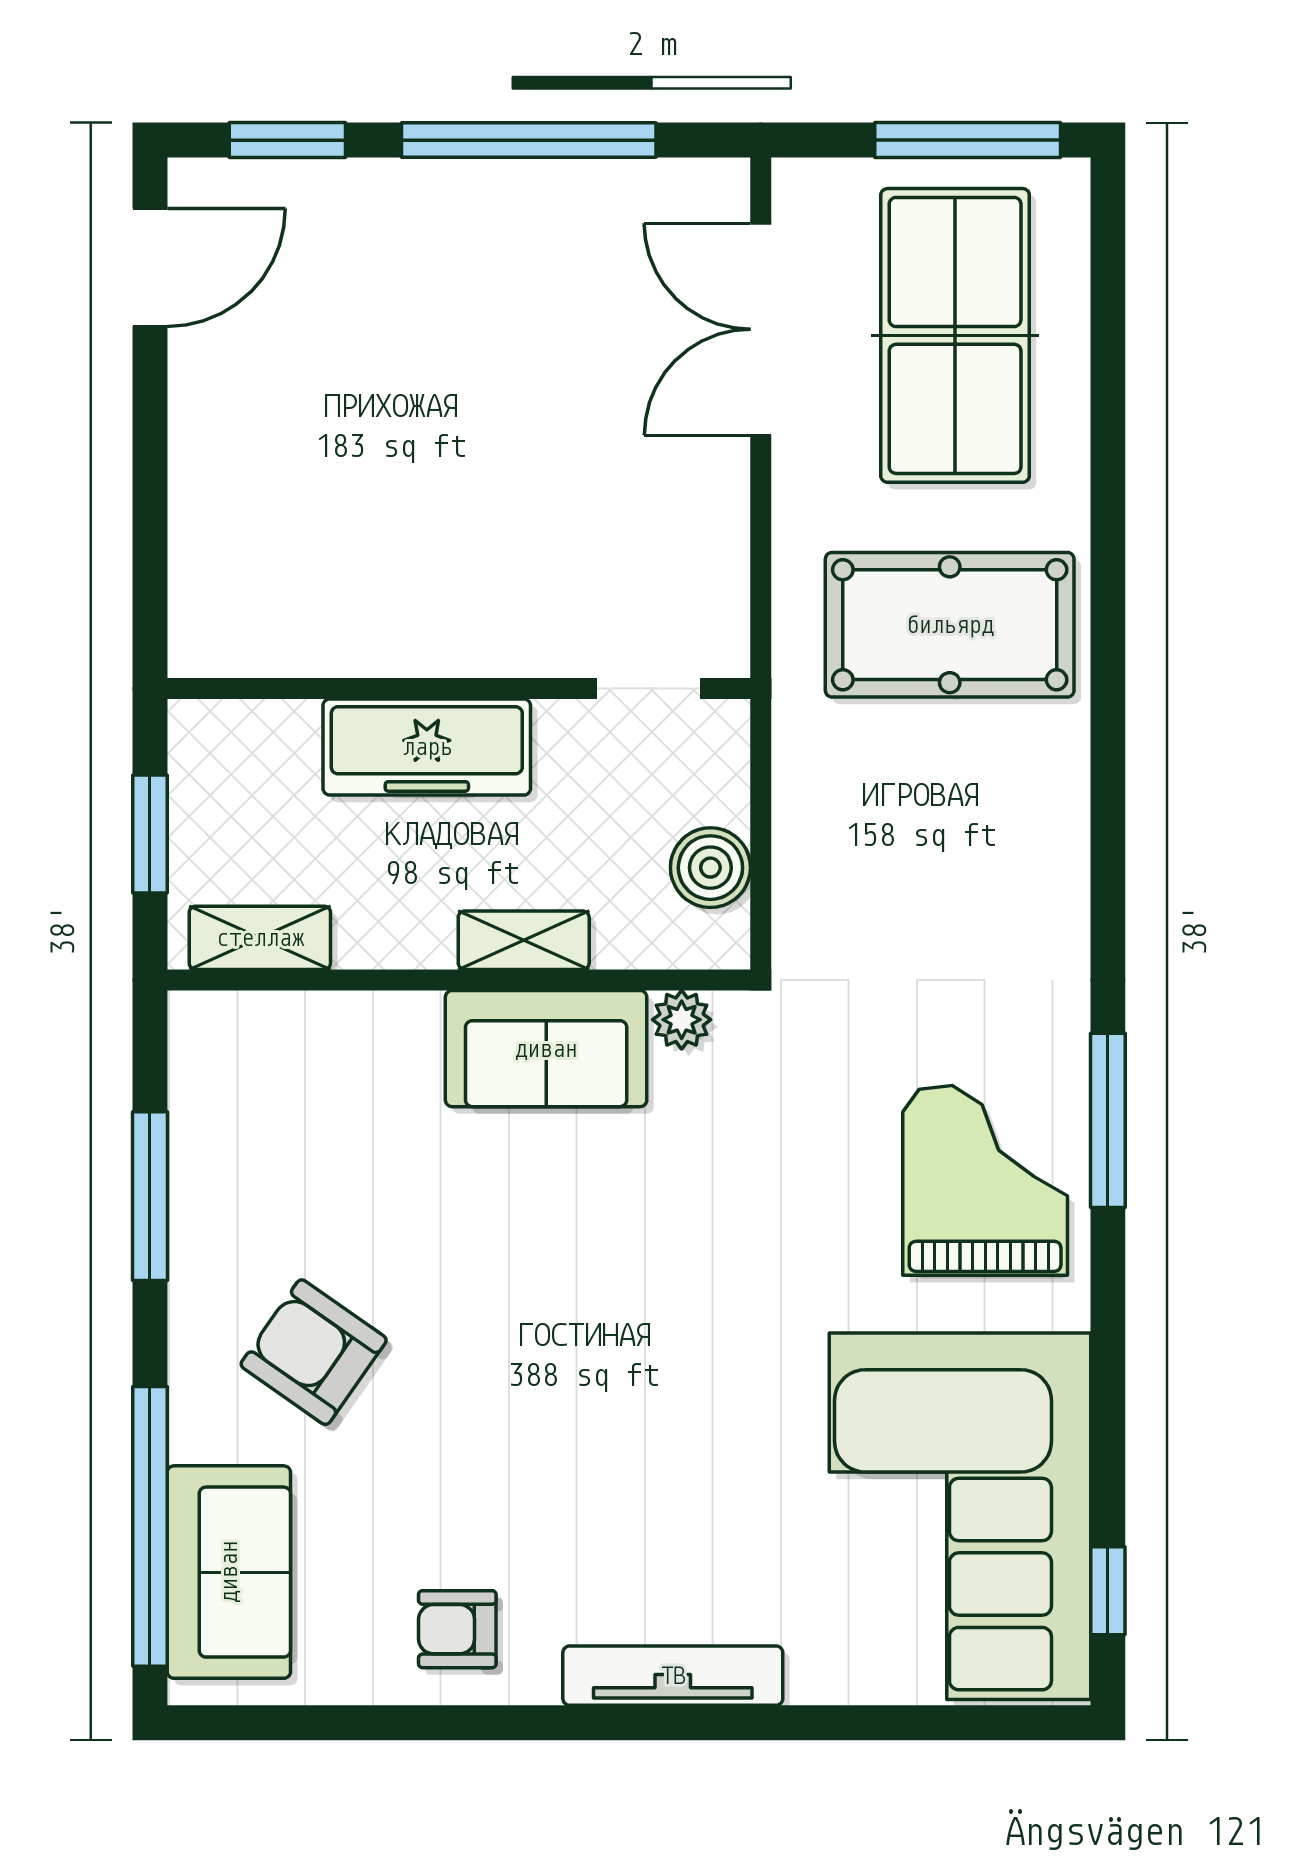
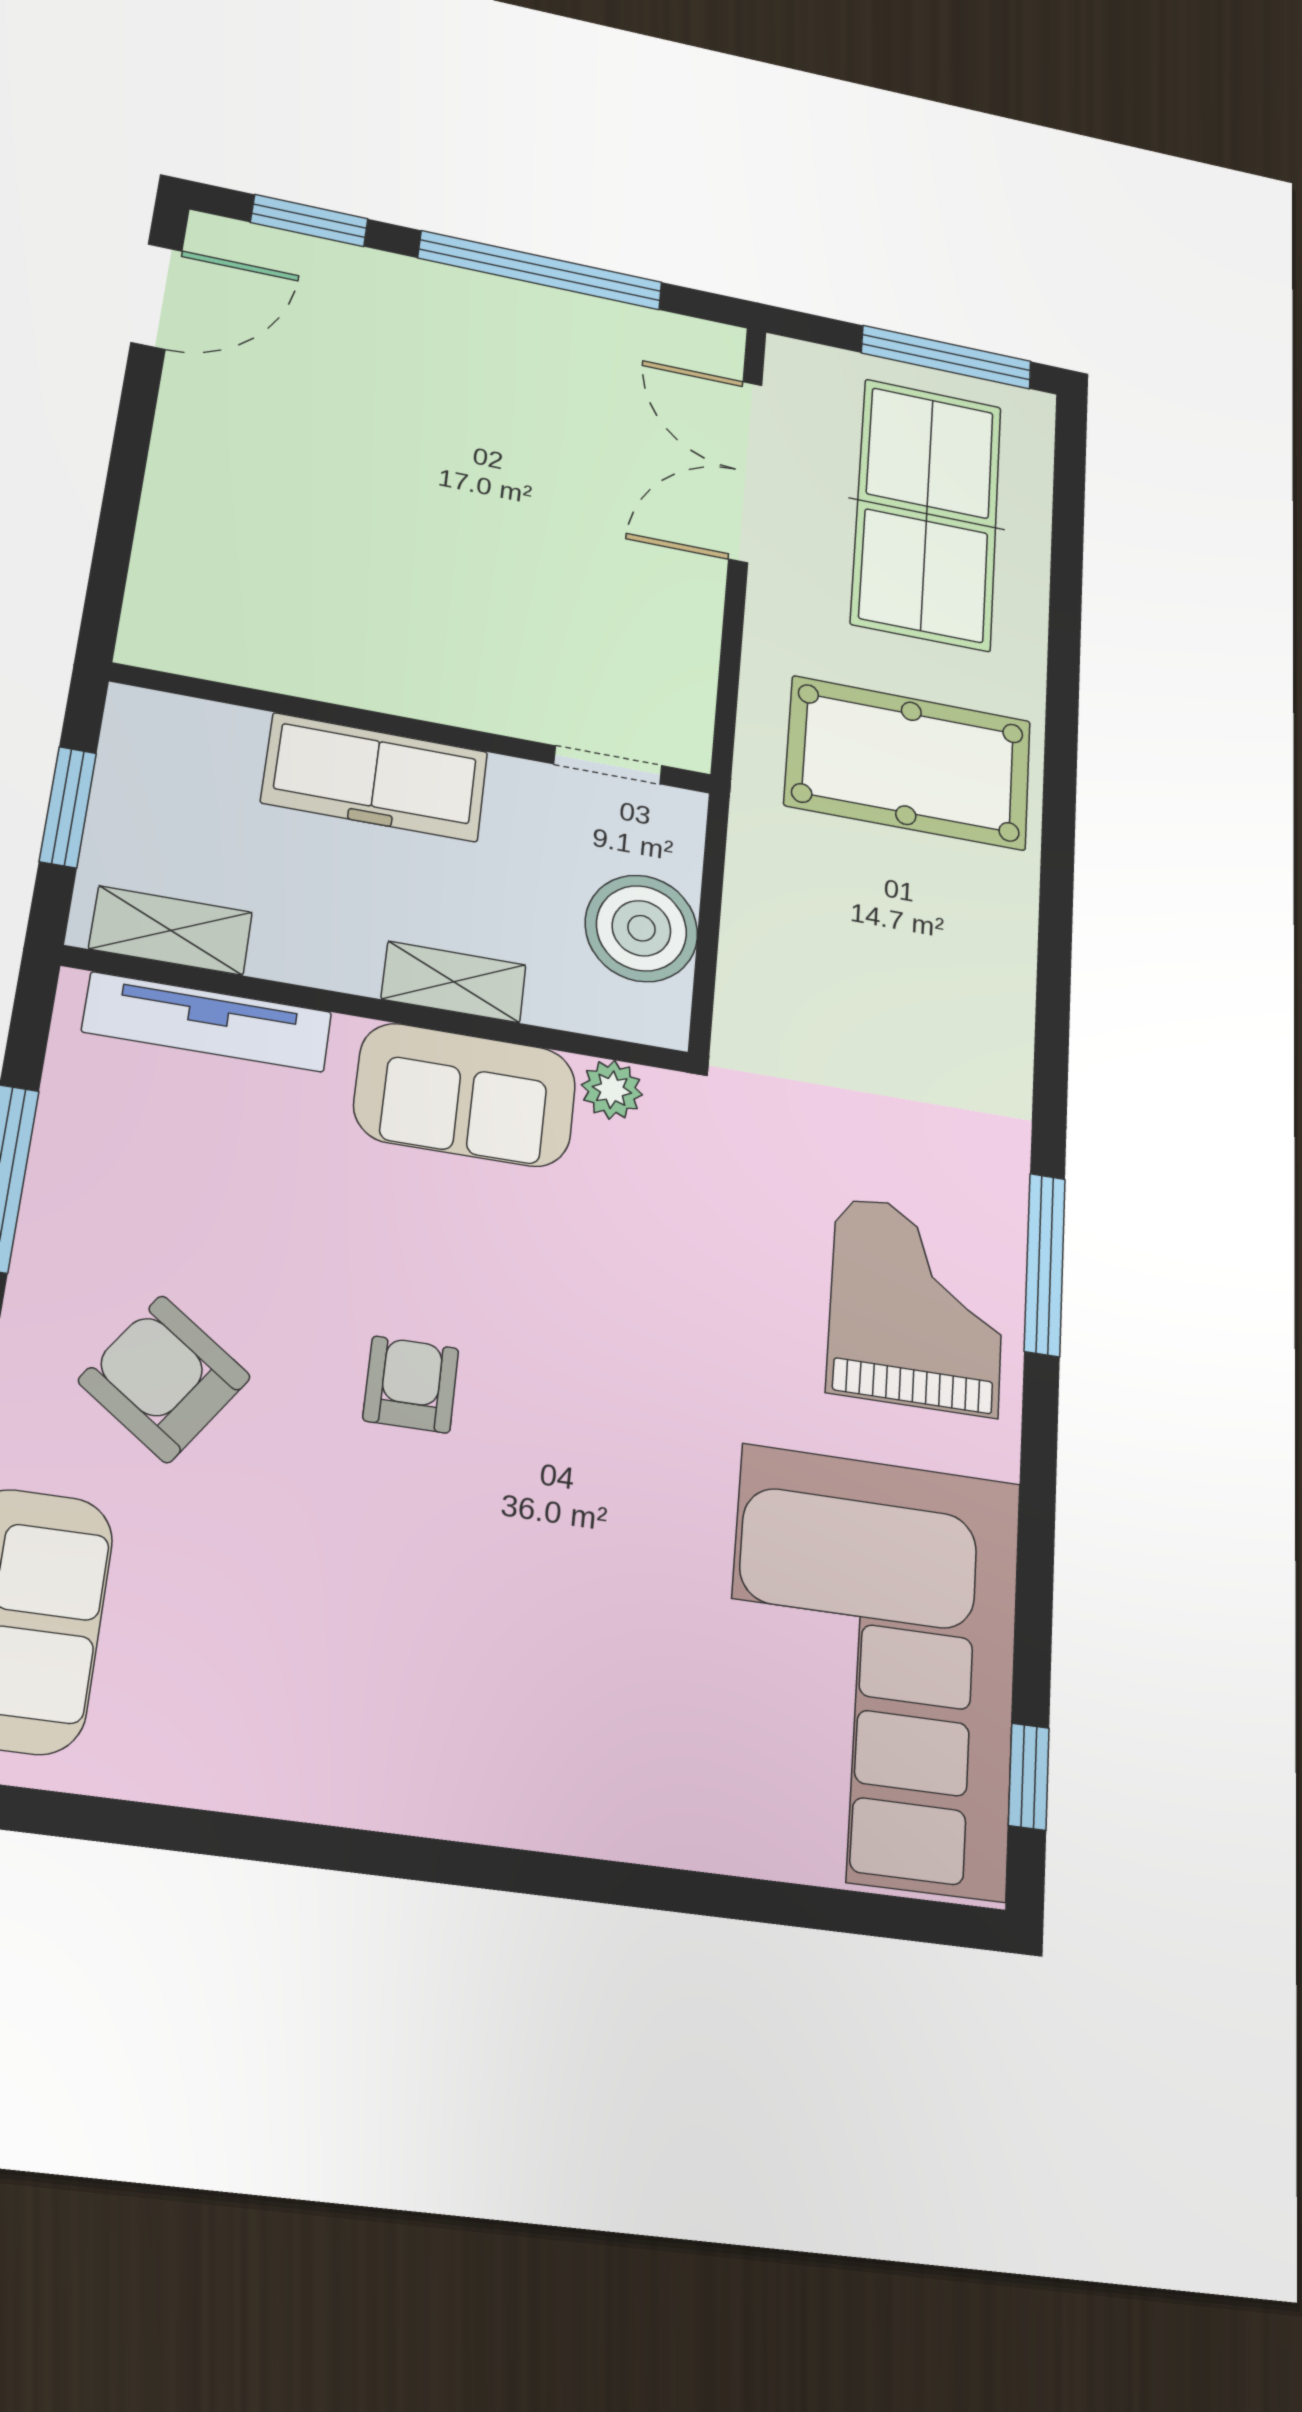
boiler: (710, 868) -> (641, 928), width x1.37, depth x1.37
armchair: (457, 1629) -> (411, 1384), moved, turned 90
tv unit: (673, 1676) -> (207, 1022), moved, turned 180

